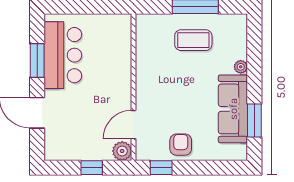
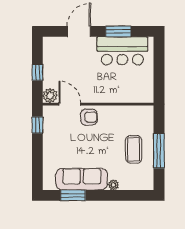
armchair: (181, 145) -> (89, 117), moved

